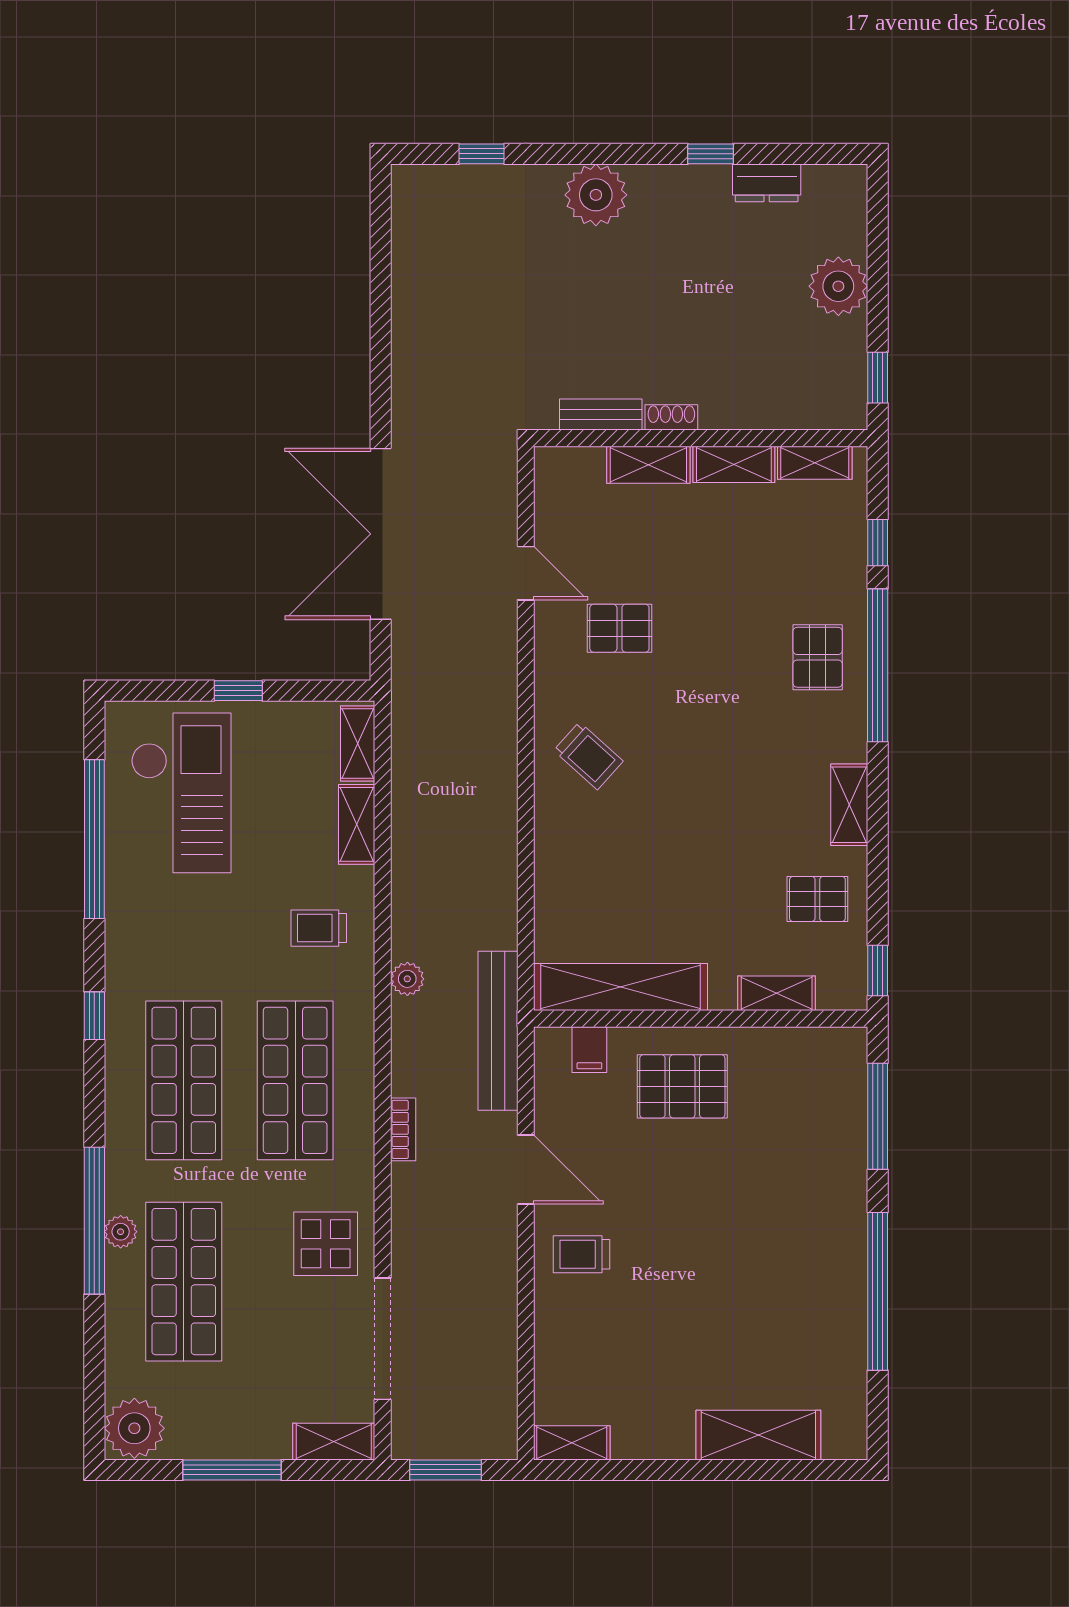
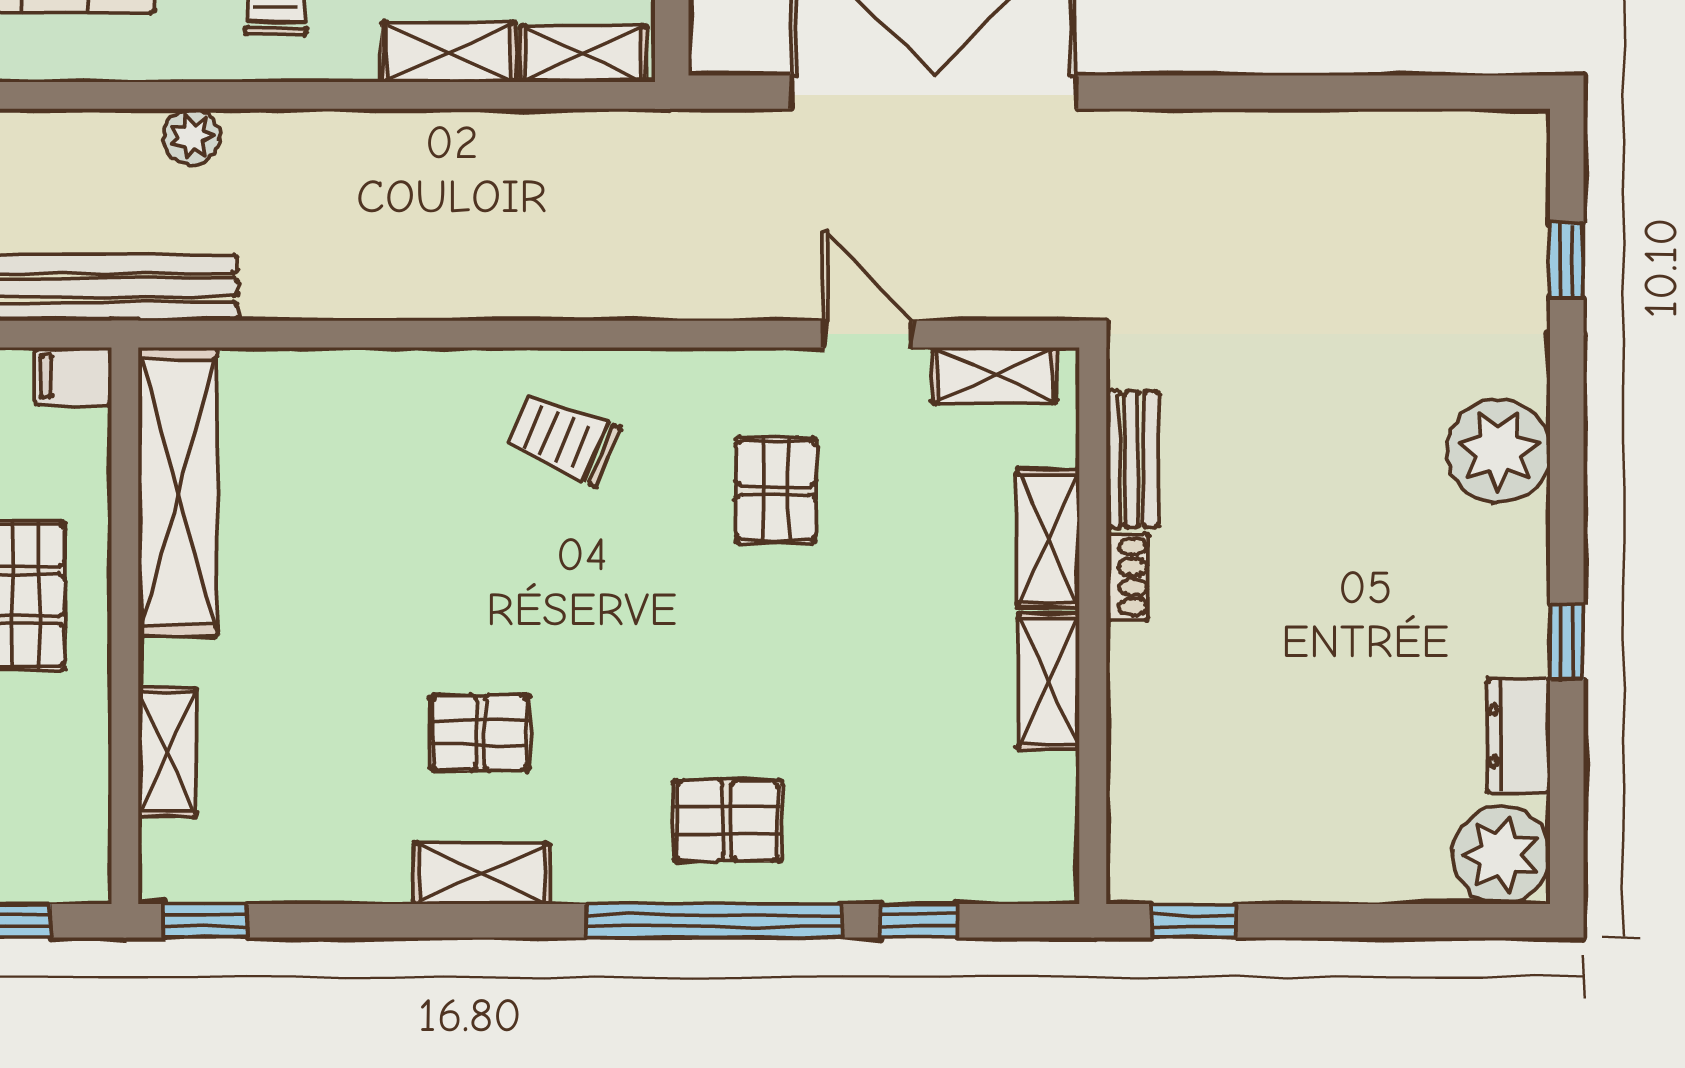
plant: (838, 286) -> (1501, 855), moved
shelving: (815, 463) -> (994, 375), moved, turned 90
door: (526, 573) -> (868, 334), swing flipped
trolley: (588, 756) -> (563, 439), turned 71
pallet: (817, 899) -> (480, 733), moved, turned 90
filing cabinet: (589, 1050) -> (73, 376), moved

